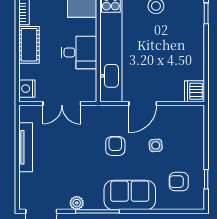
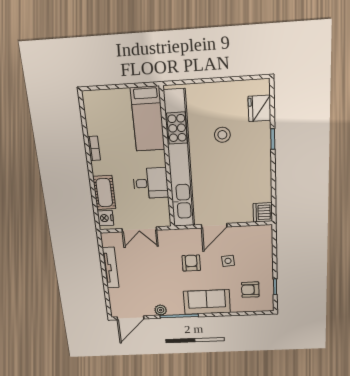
cot: (29, 45) -> (104, 193), moved

